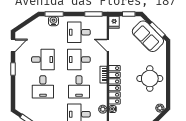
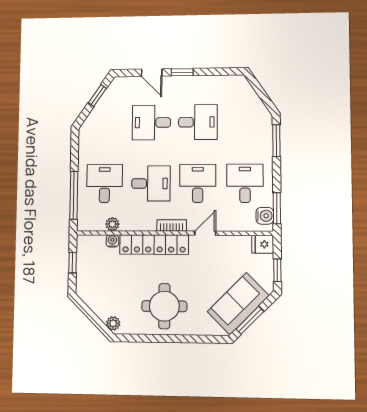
water cooler: (53, 21) -> (265, 216), moved
door: (13, 45) -> (152, 73), moved
door: (108, 45) -> (205, 233), moved
desk: (43, 60) -> (198, 122), turned -90
desk: (79, 87) -> (151, 183), turned 180

